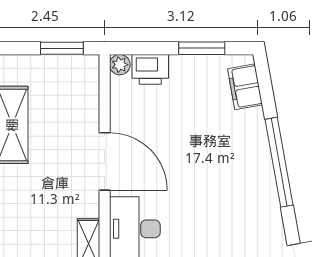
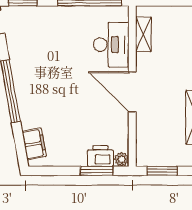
window: (202, 48) -> (97, 171), moved

